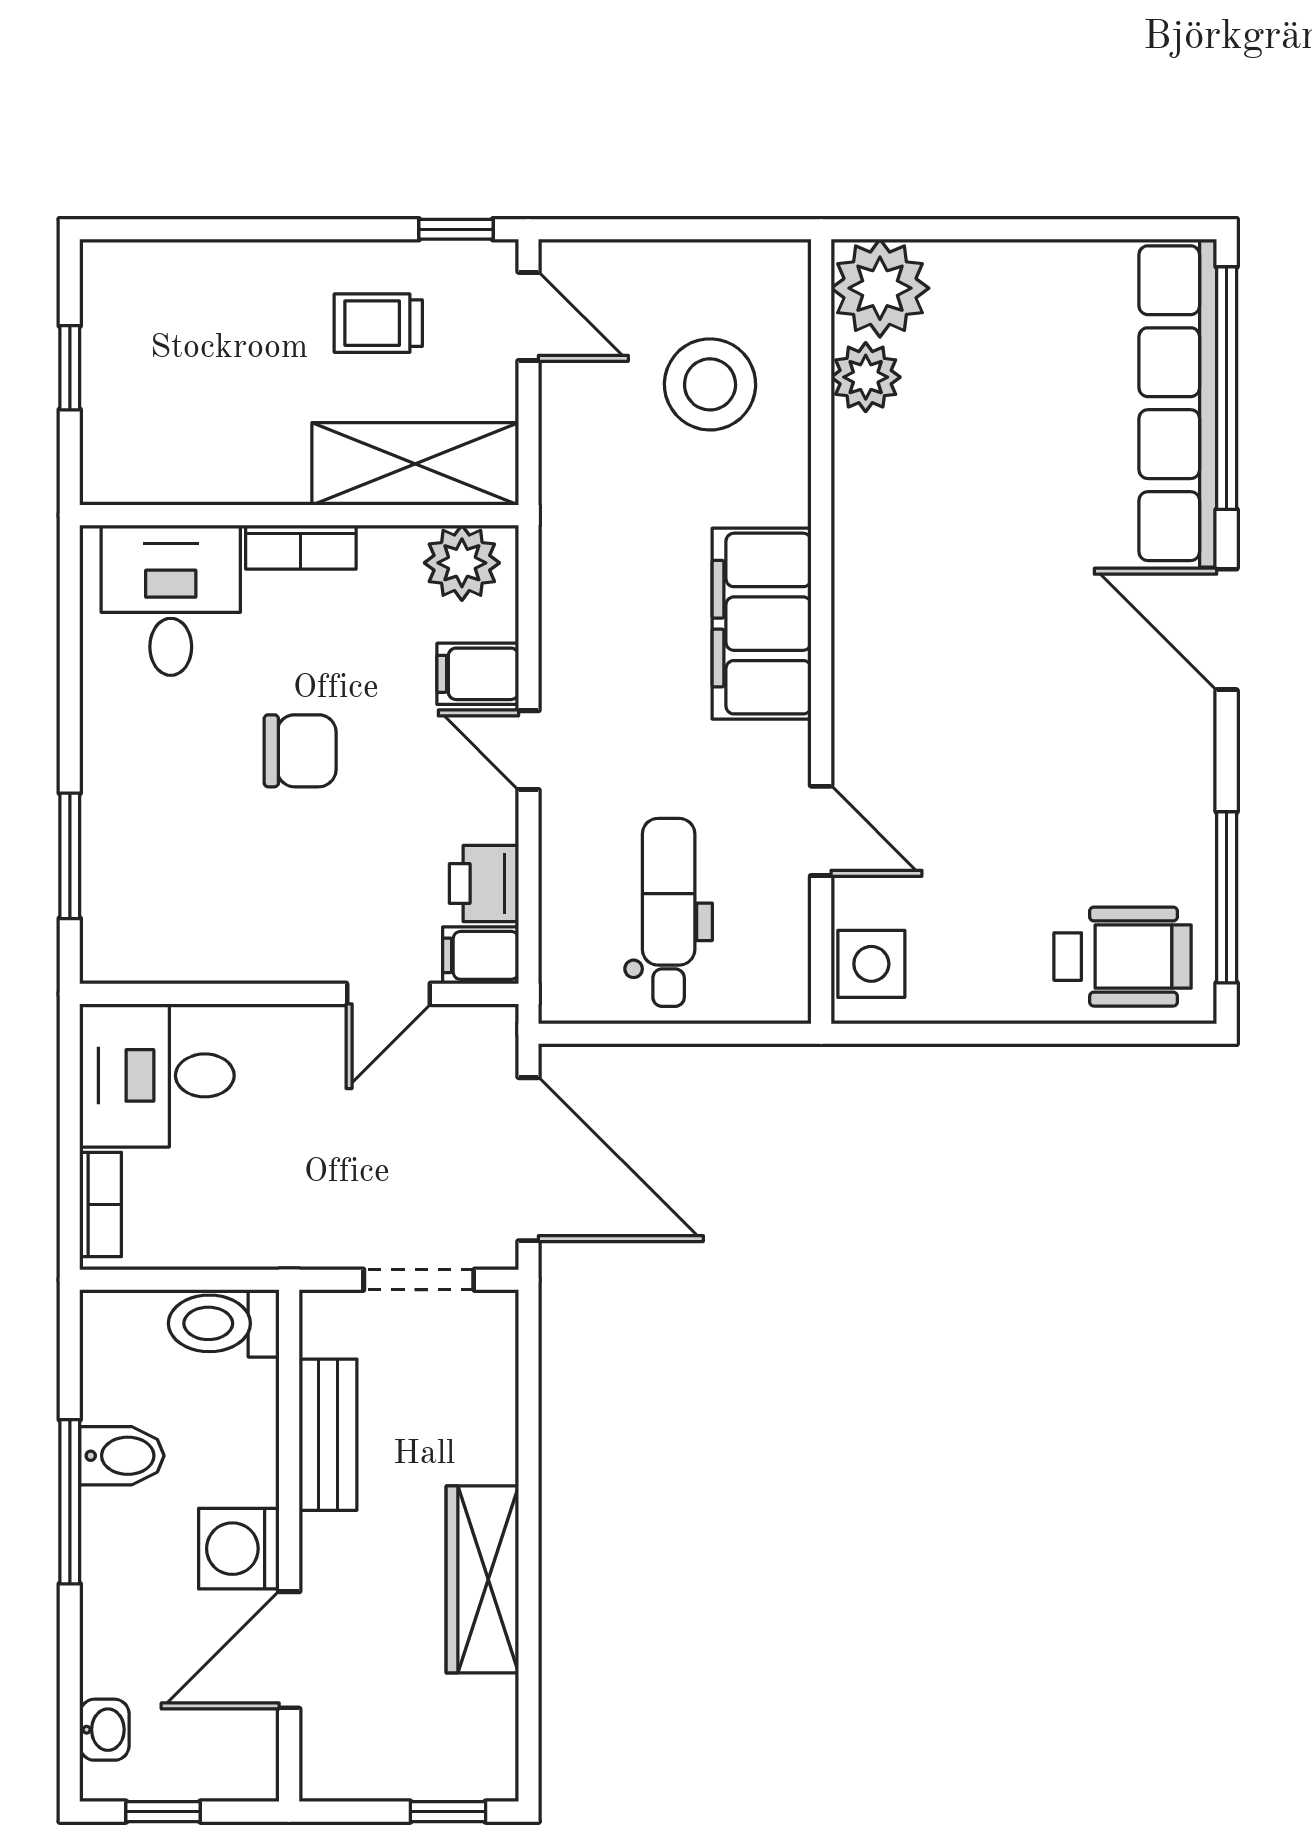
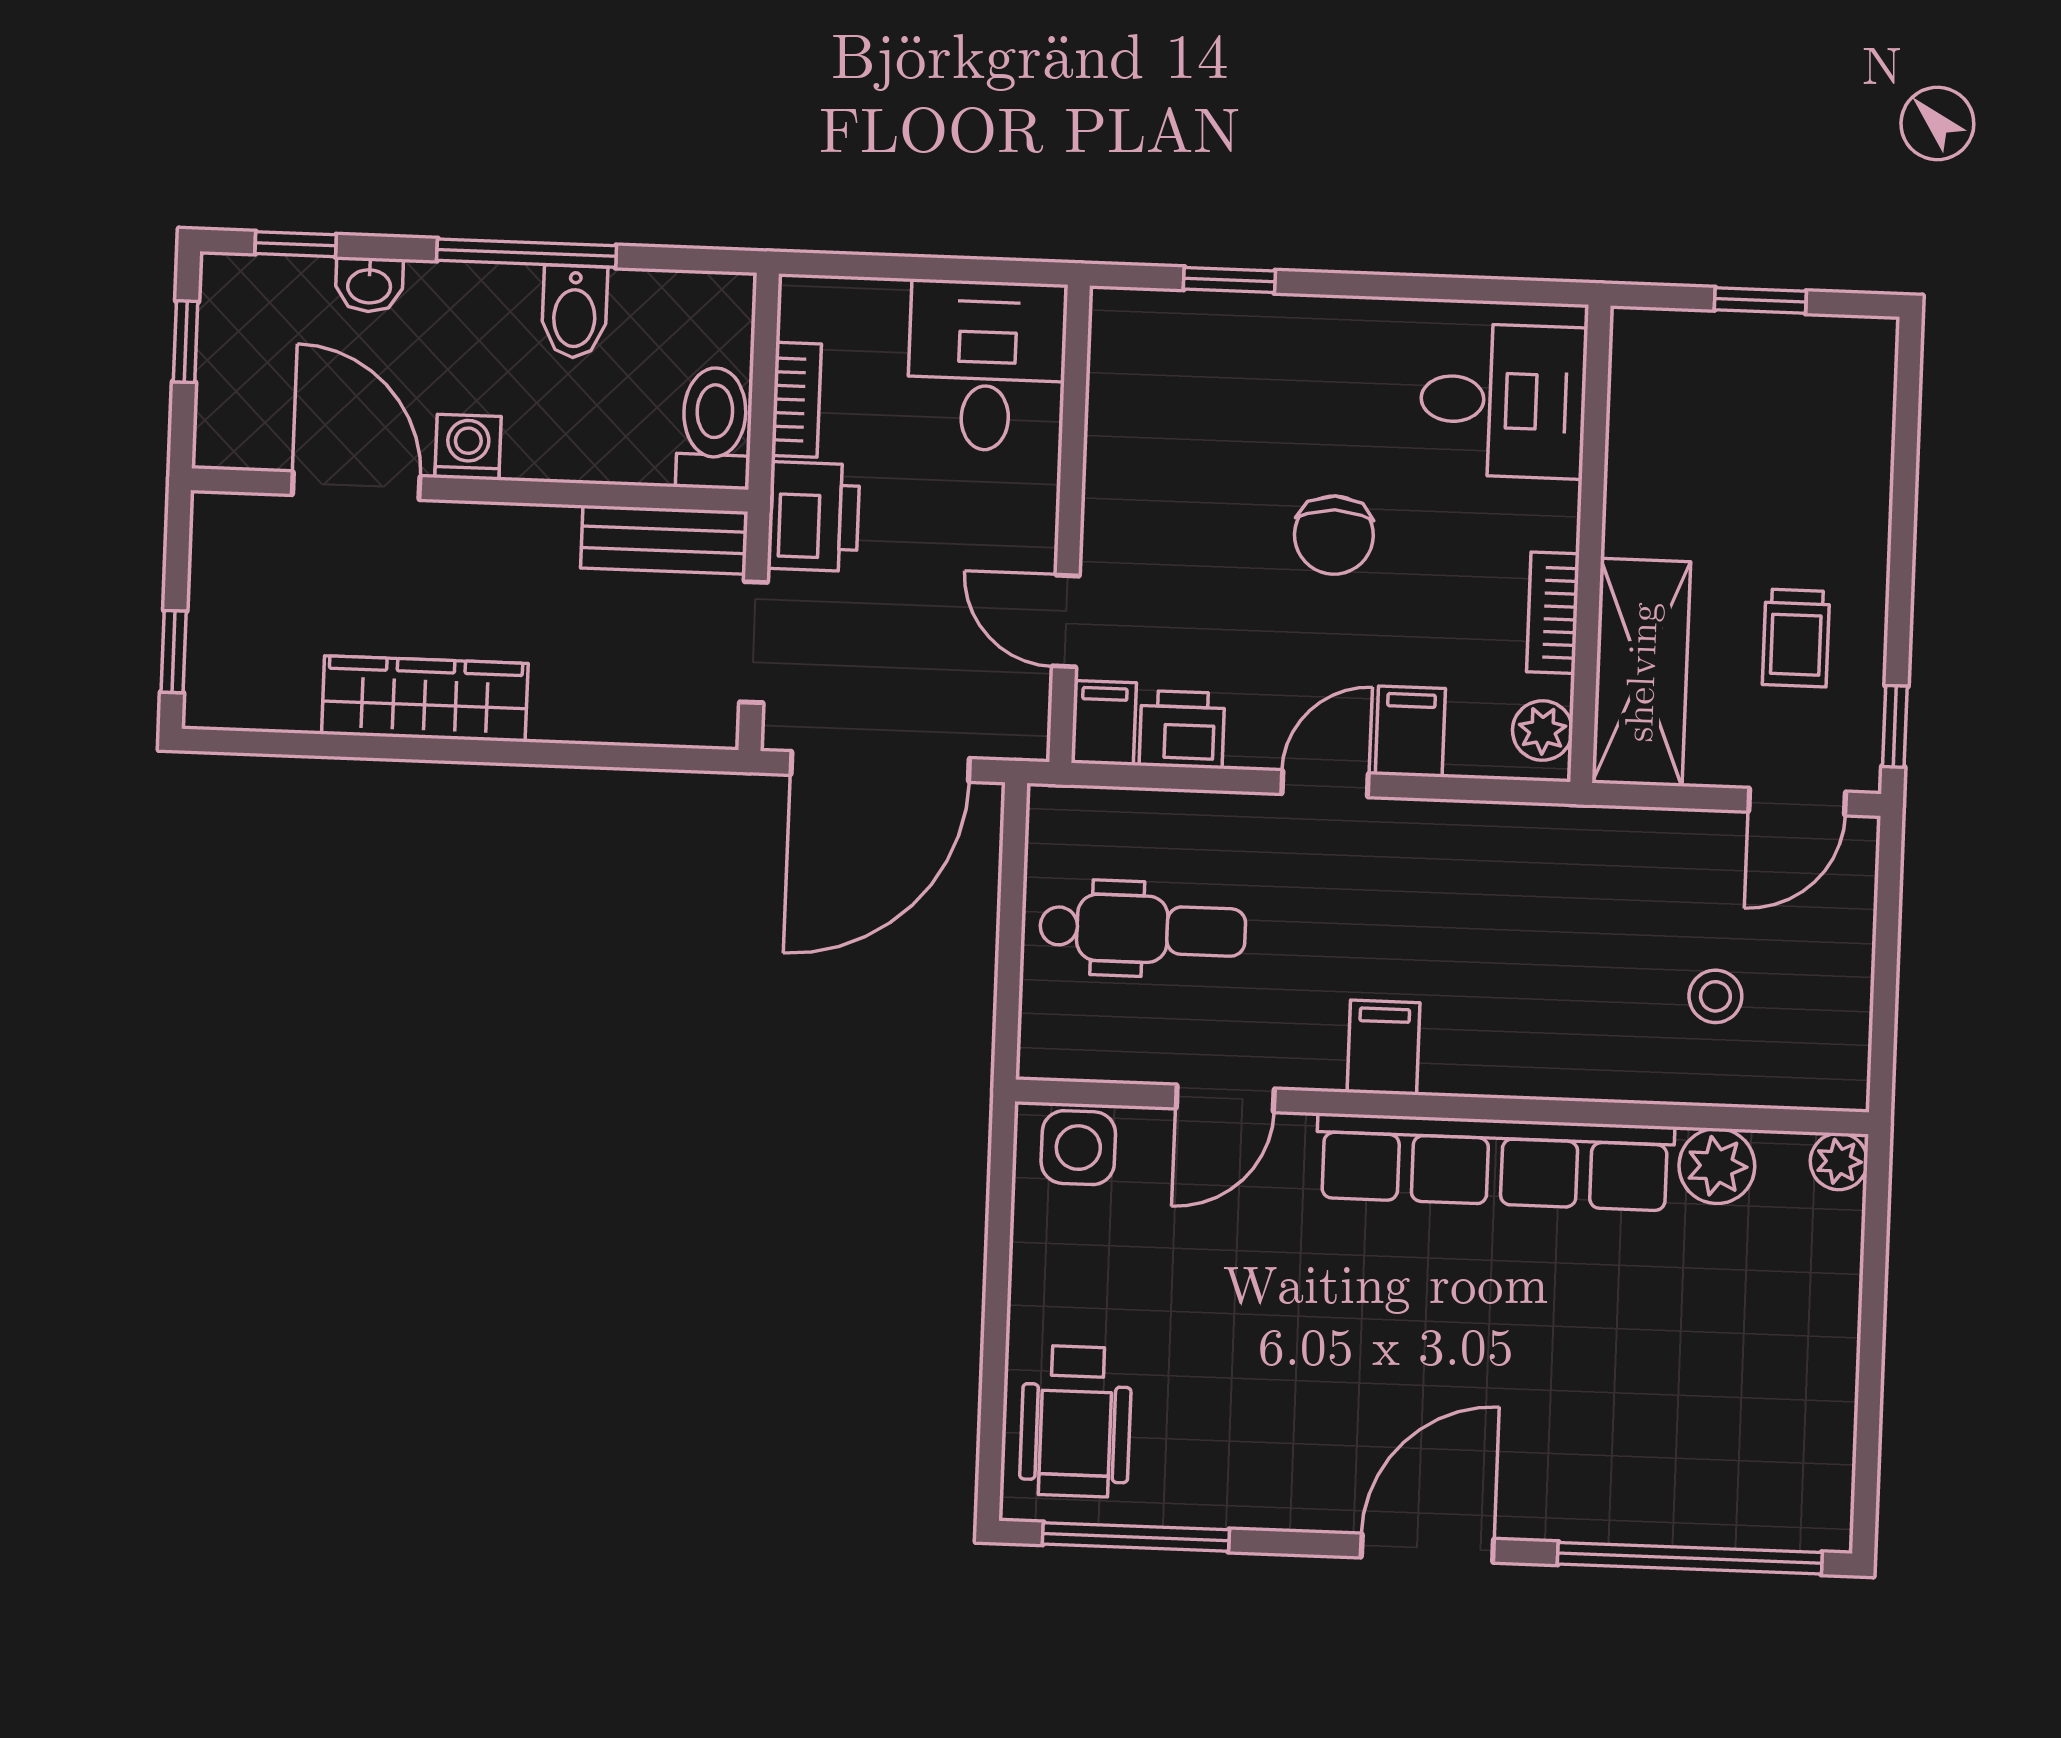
plant: (880, 288) -> (1839, 1161), width x0.53, depth x0.53
trolley: (378, 323) -> (1796, 638), turned 180
stool: (710, 384) -> (1715, 996), width x0.53, depth x0.53
row of seats: (1178, 403) -> (1495, 1162), moved, turned 180
bookcase: (301, 547) -> (1553, 613), moved
plant: (462, 563) -> (1542, 731), width x0.73, depth x0.73
filing cabinet: (762, 624) -> (1384, 1047), width x0.33, depth x0.86
window: (70, 856) -> (1229, 280), width x0.67
bookcase: (101, 1205) -> (796, 400), moved, turned -90
printer: (302, 1229) -> (814, 517), added
bench: (328, 1435) -> (664, 540), moved
washing machine: (239, 1549) -> (468, 447), width x0.73, depth x0.73
window: (70, 1714) -> (296, 244), added
washbasin: (104, 1730) -> (369, 285), moved

